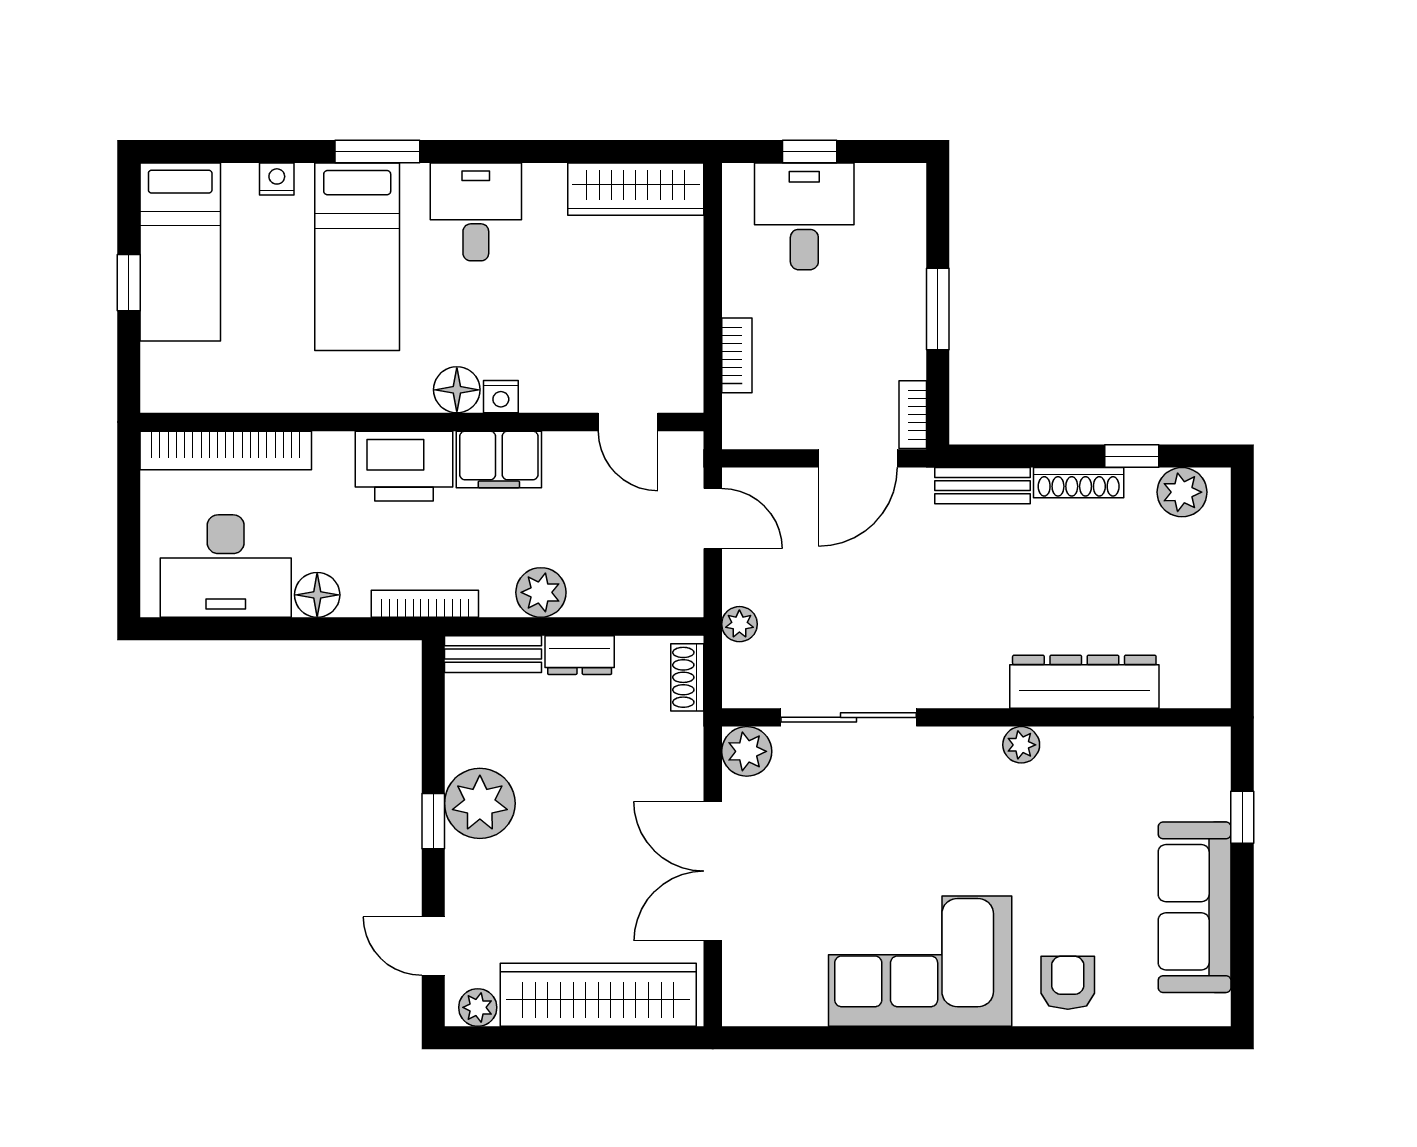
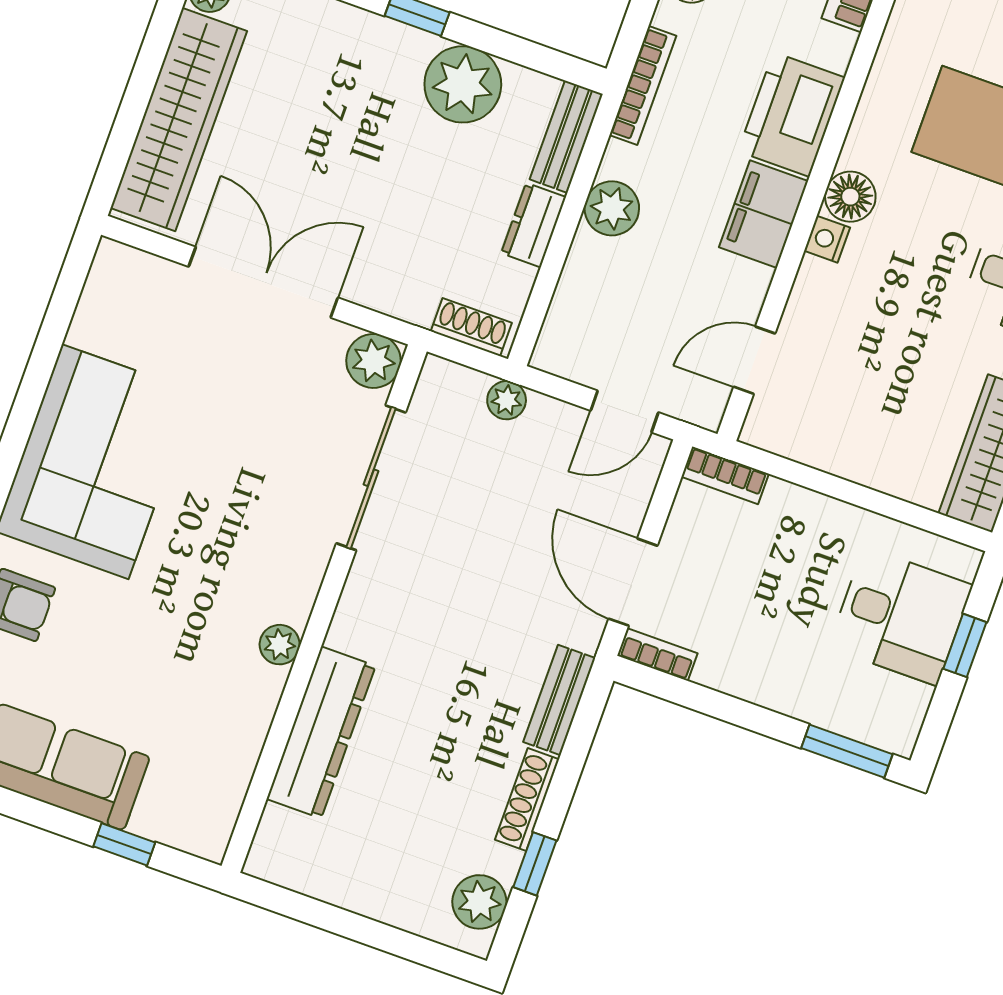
window: (938, 309) -> (847, 751), moved
bookcase: (737, 355) -> (725, 475), moved
plant: (480, 803) -> (463, 84), moved

